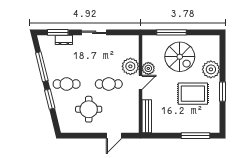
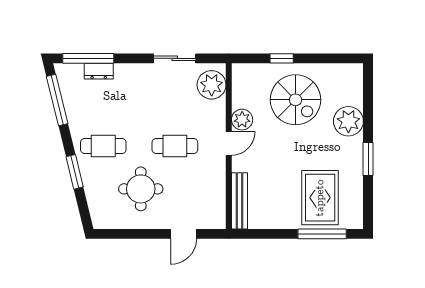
window: (58, 32) -> (88, 58), width x1.44
sliding door: (94, 32) -> (175, 58), moved
window: (172, 32) -> (282, 58), width x0.46
plant: (130, 66) -> (212, 85), moved
window: (42, 67) -> (57, 100), moved
rug: (193, 94) -> (320, 198), moved, turned 90

